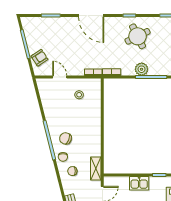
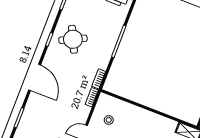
door: (91, 16) -> (35, 77), hinge flipped
plant: (142, 69) -> (107, 48), removed

